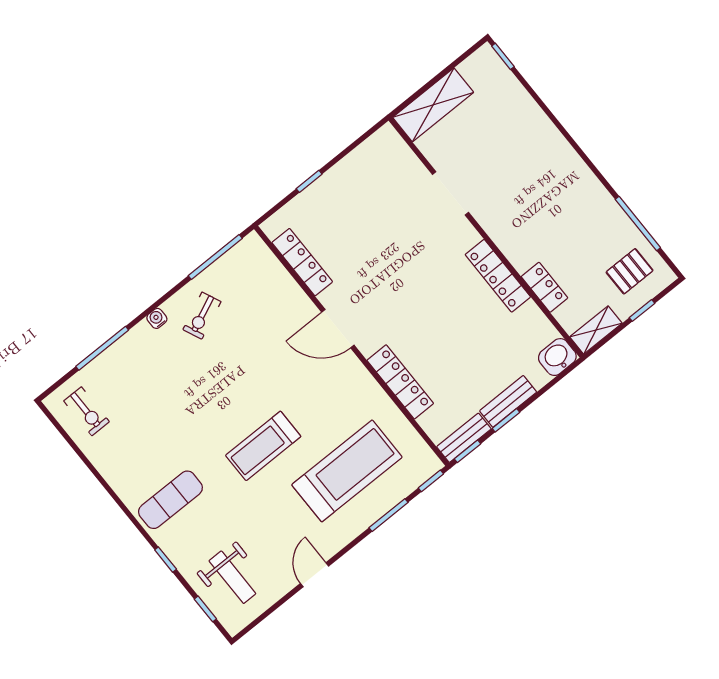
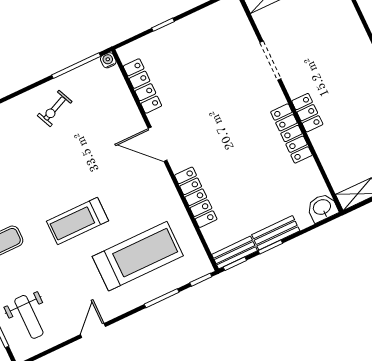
locker: (544, 287) -> (307, 113), moved
water cooler: (157, 318) -> (108, 60), moved

